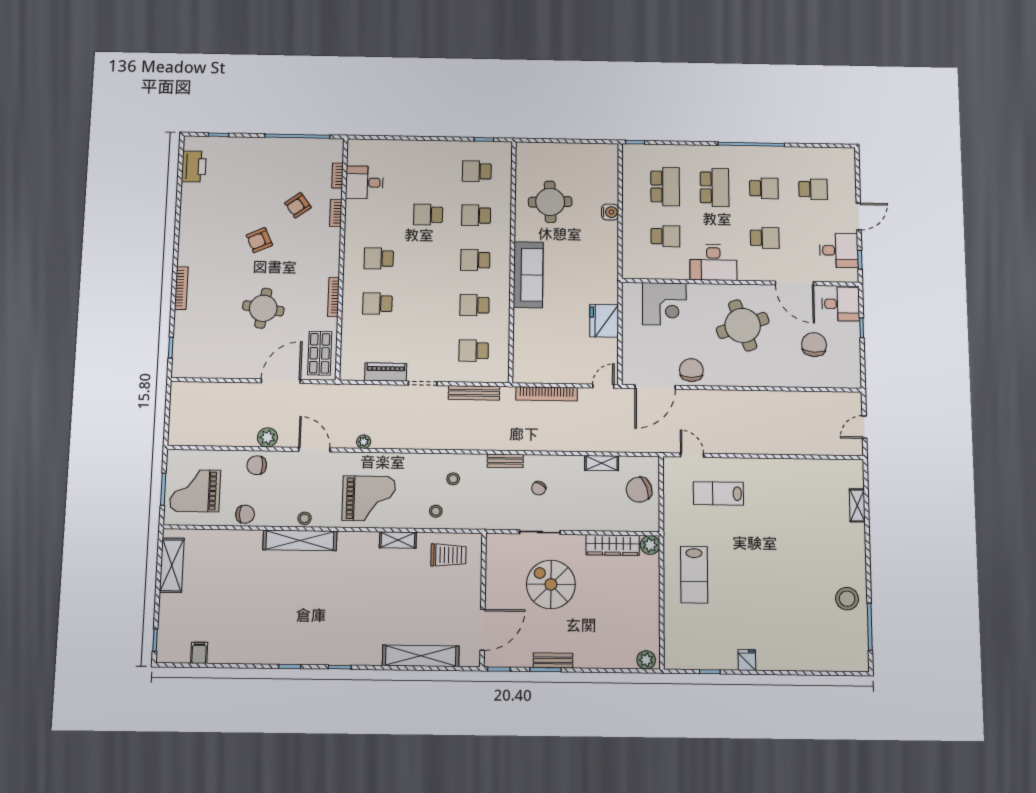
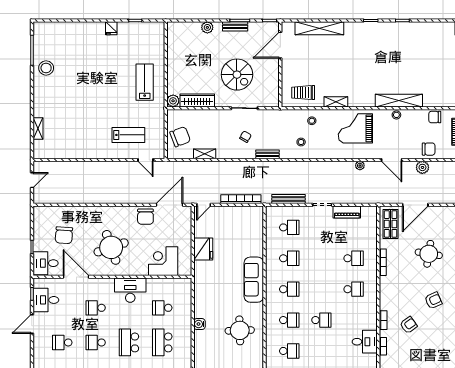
plant: (646, 660) -> (207, 27), moved

